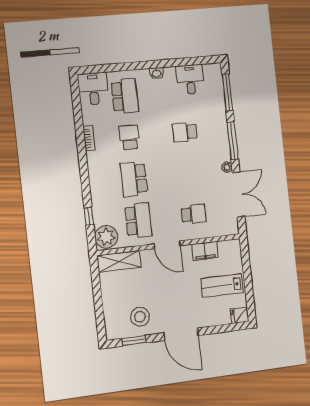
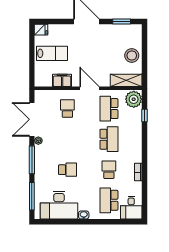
desk: (190, 79) -> (59, 205), width x1.87, depth x1.30
school desk: (129, 138) -> (109, 170), turned 180
school desk: (194, 214) -> (67, 109), turned 90
stool: (140, 317) -> (132, 56), moved

